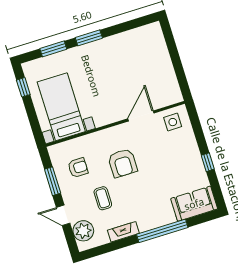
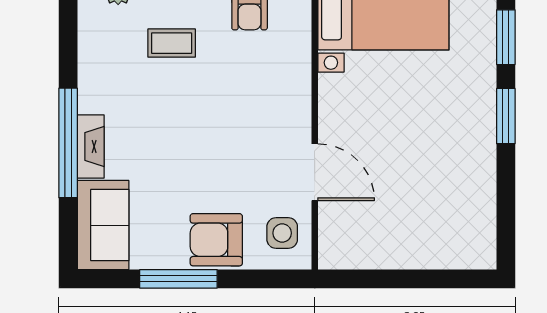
window: (208, 162) -> (178, 279), width x2.17
armchair: (123, 163) -> (216, 240), moved
fireplace: (123, 232) -> (91, 146), moved

